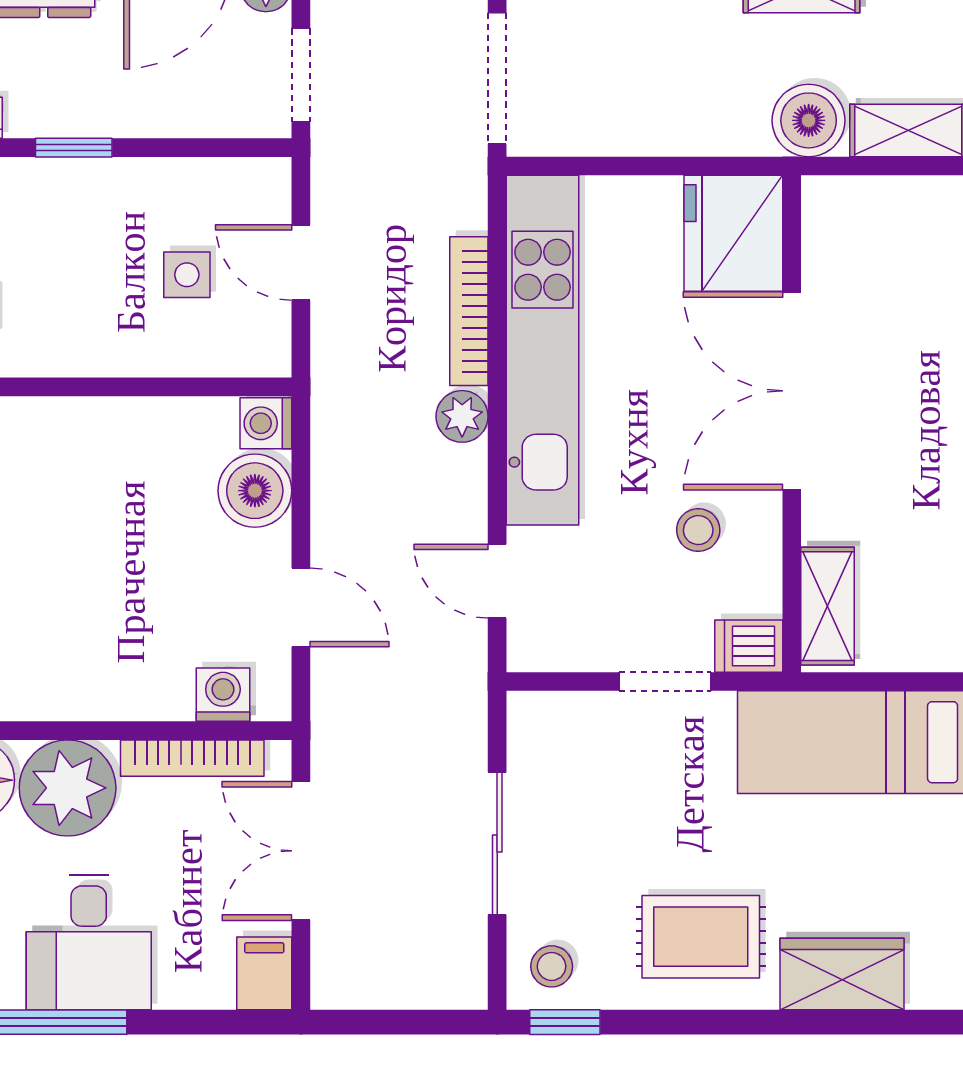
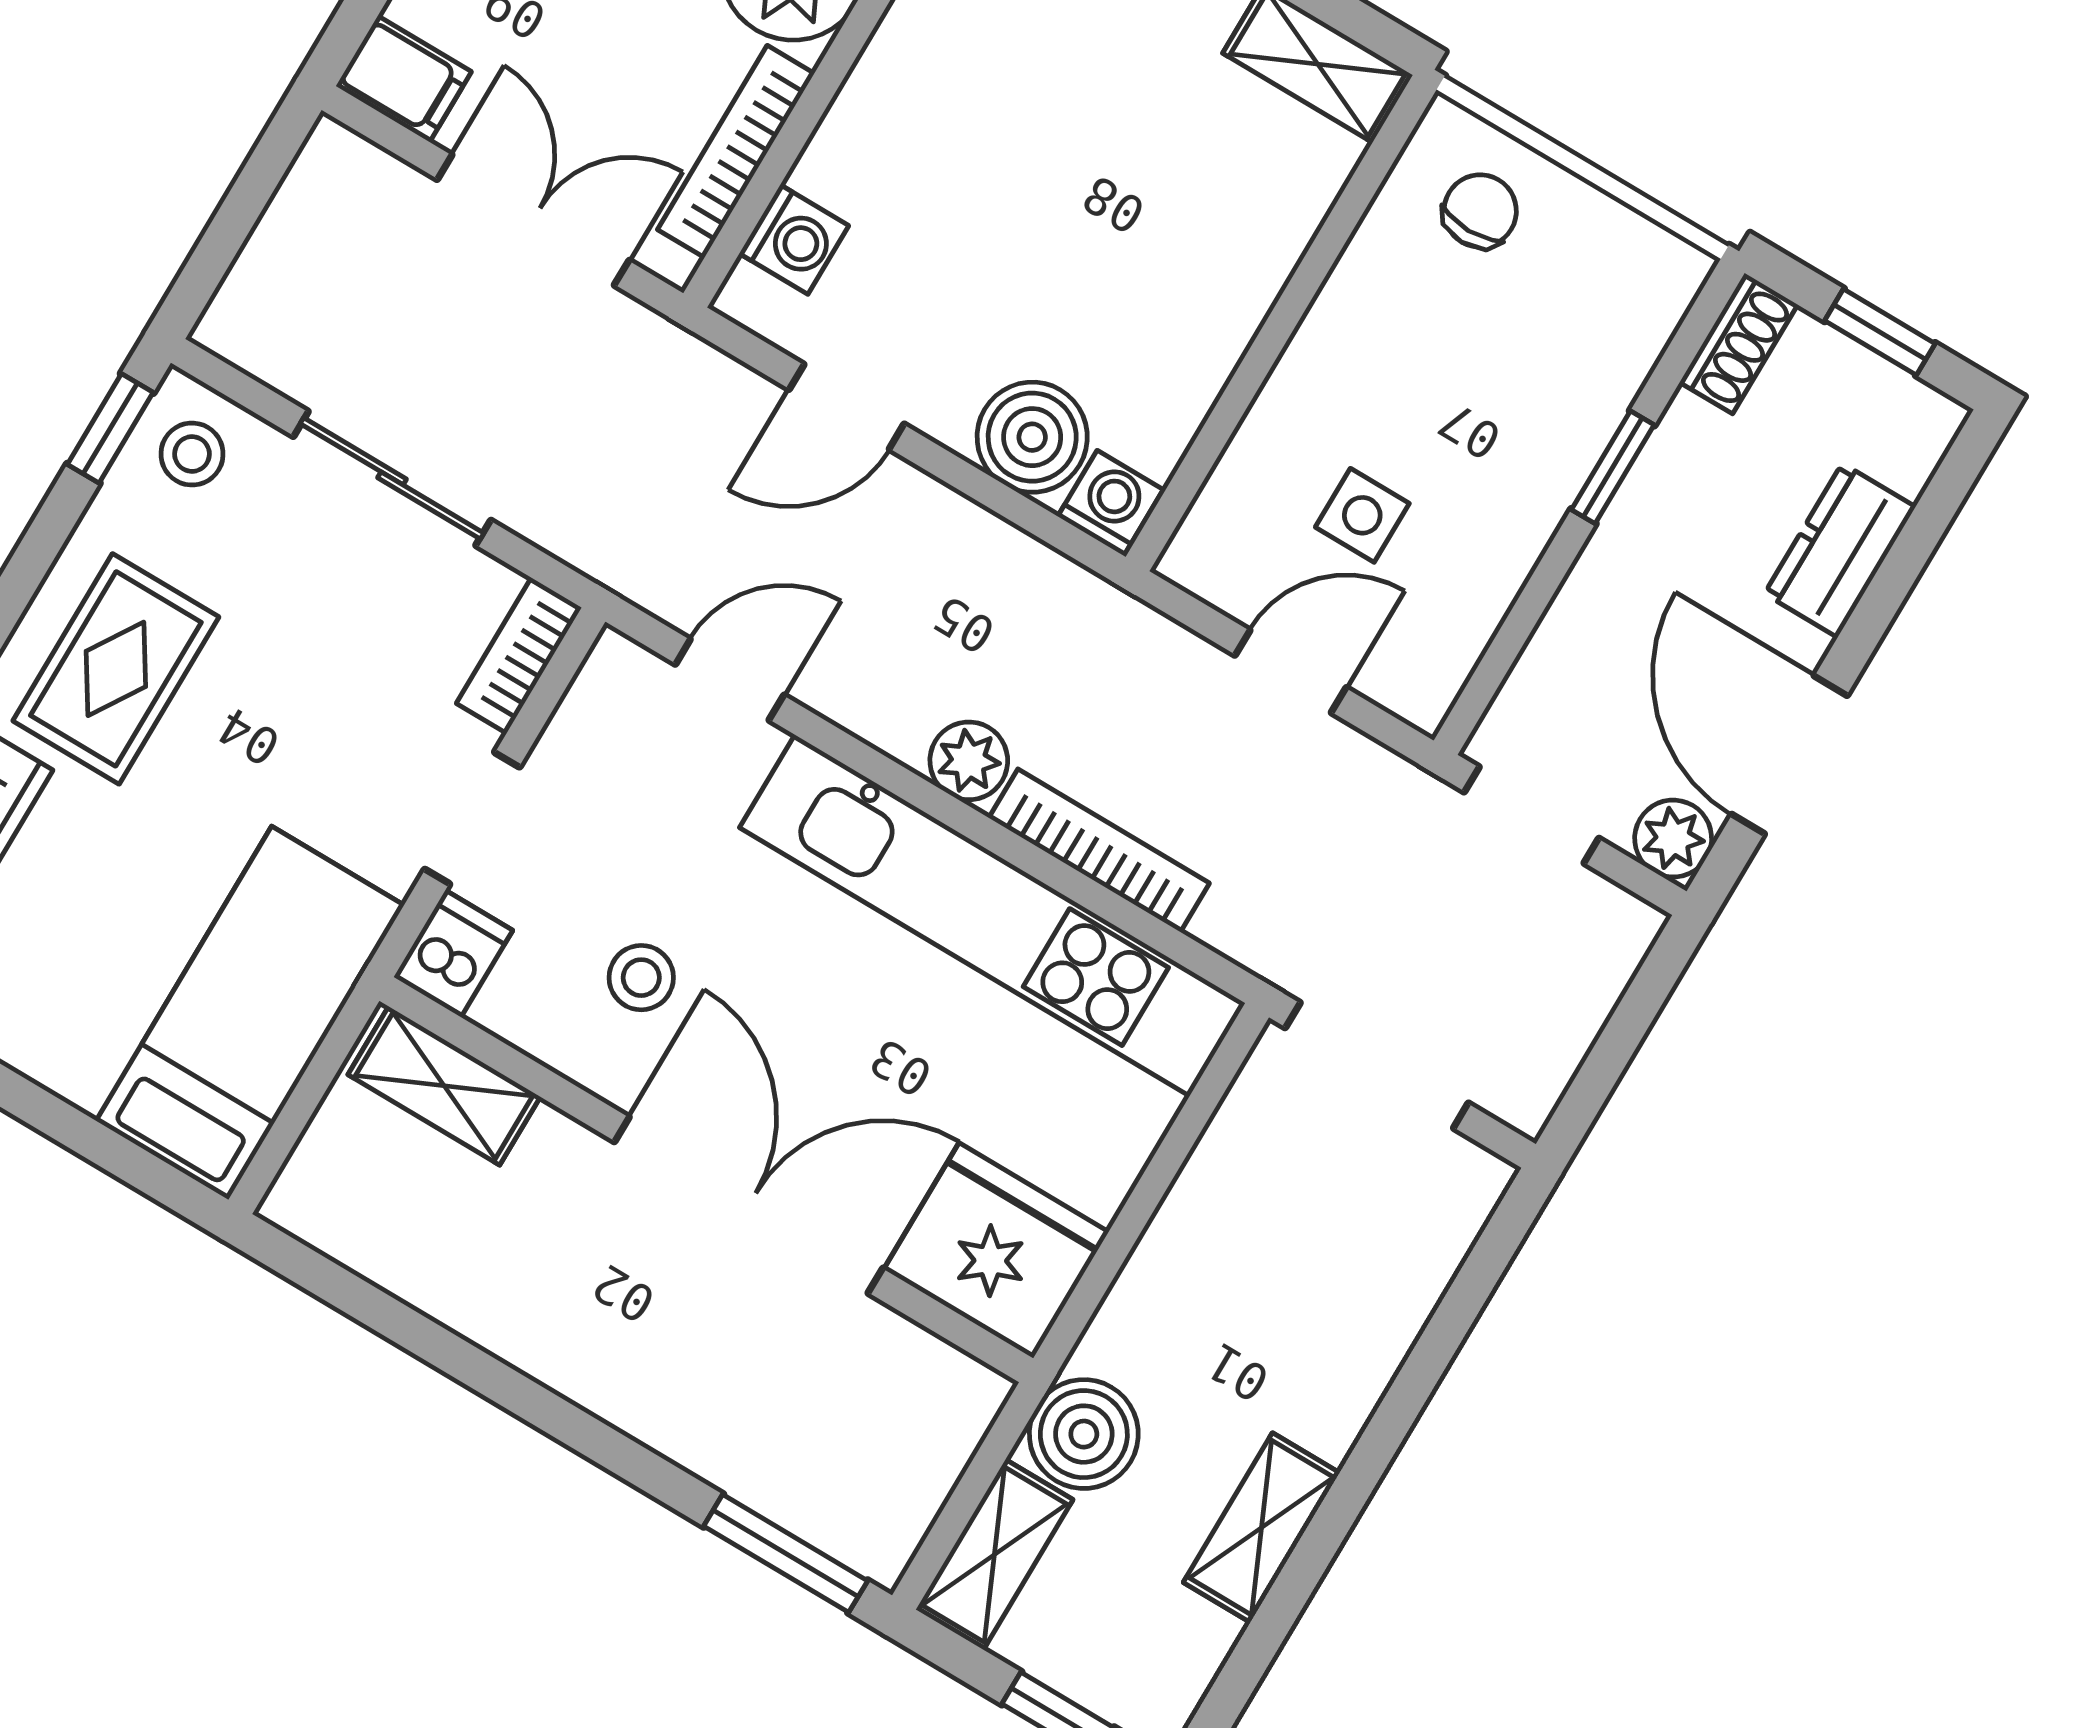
bookcase: (555, 710) -> (519, 655), added

